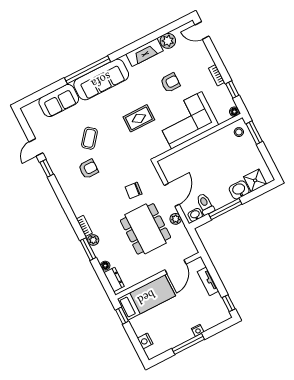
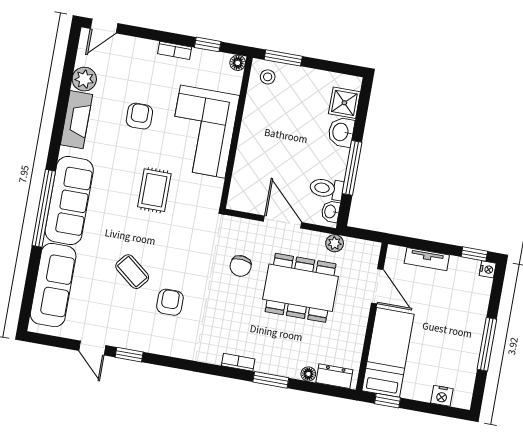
sofa: (59, 101) -> (53, 285), width x1.36
plant: (176, 219) -> (335, 243), moved
plant: (93, 240) -> (264, 365), removed
nightstand: (198, 330) -> (488, 269), moved

